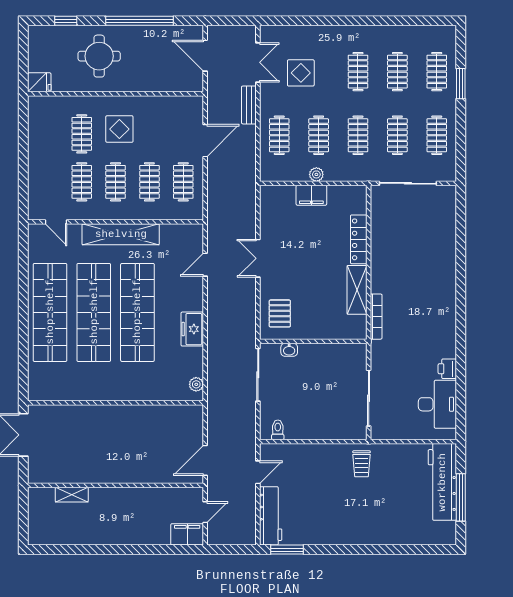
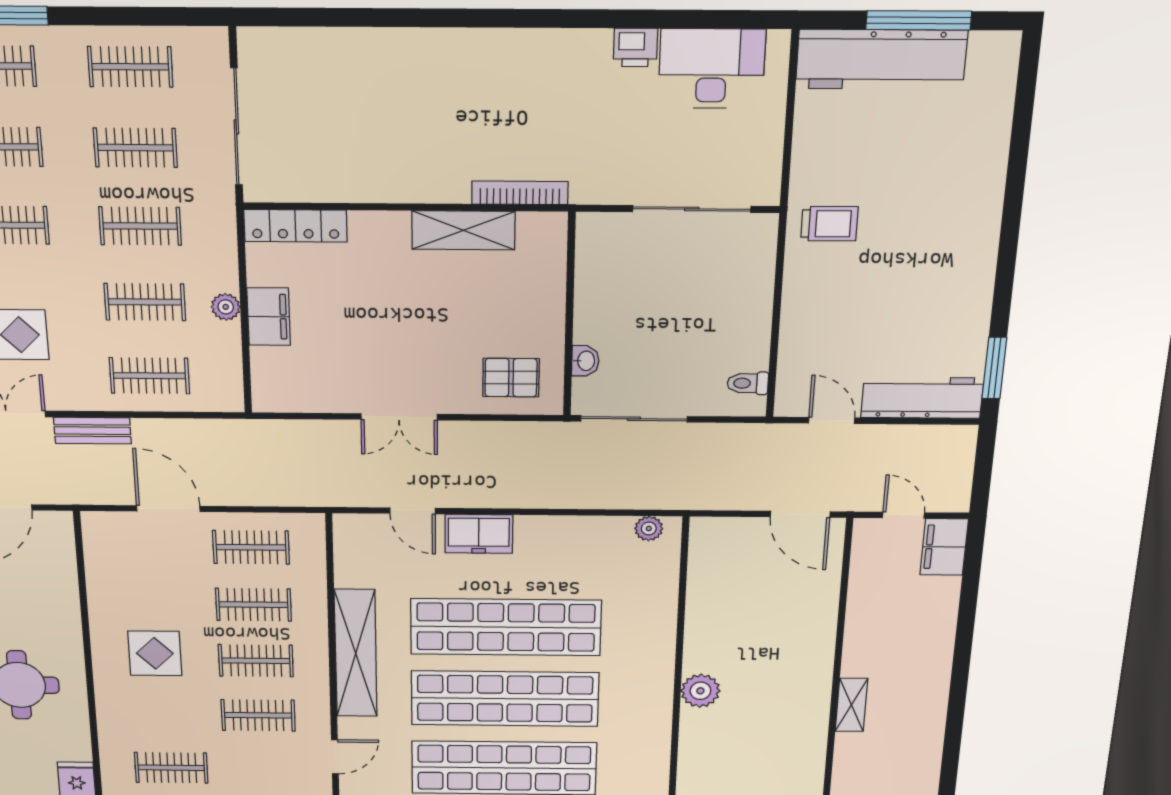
clothes rail: (82, 134) -> (171, 768), moved
locker: (359, 239) -> (295, 226), moved
freezer: (192, 329) -> (479, 534), moved
plant: (100, 415) -> (700, 691), added
shelving: (72, 495) -> (851, 705), moved

